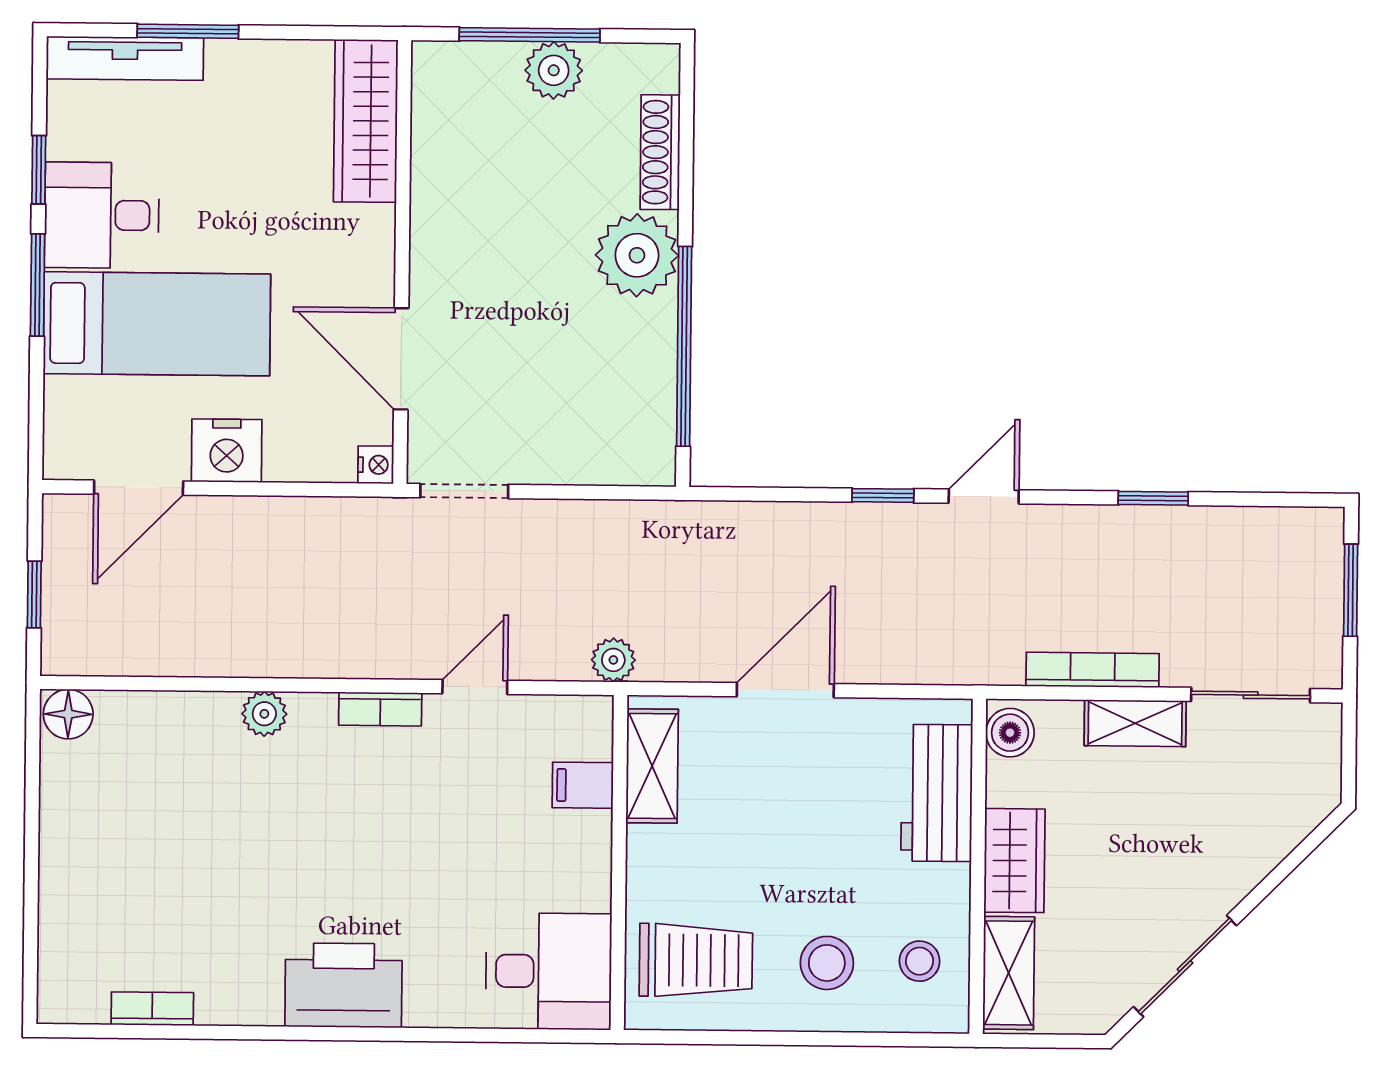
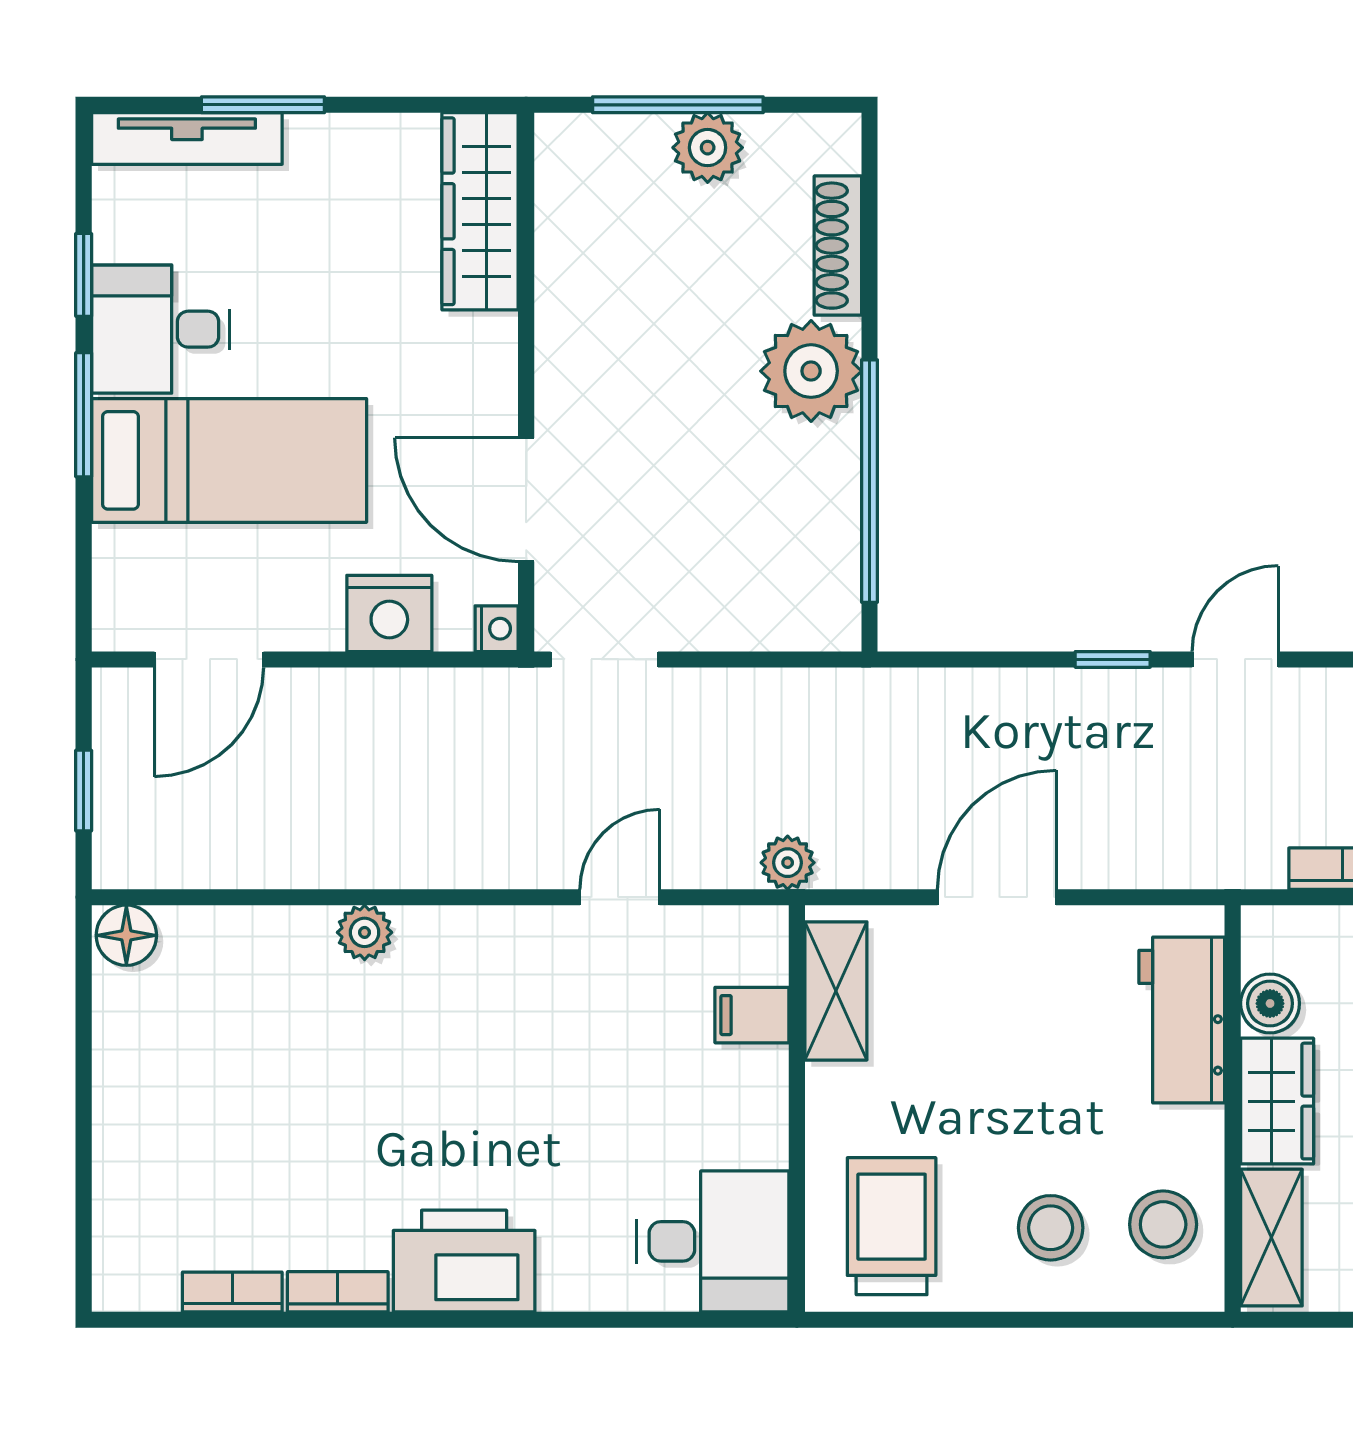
nightstand: (227, 451) -> (389, 613), moved
bookcase: (380, 709) -> (338, 1292), moved, turned 180
boiler: (1010, 733) -> (1270, 1003), moved
trolley: (696, 960) -> (892, 1226), turned -90
stool: (920, 961) -> (1163, 1224), width x1.37, depth x1.37

